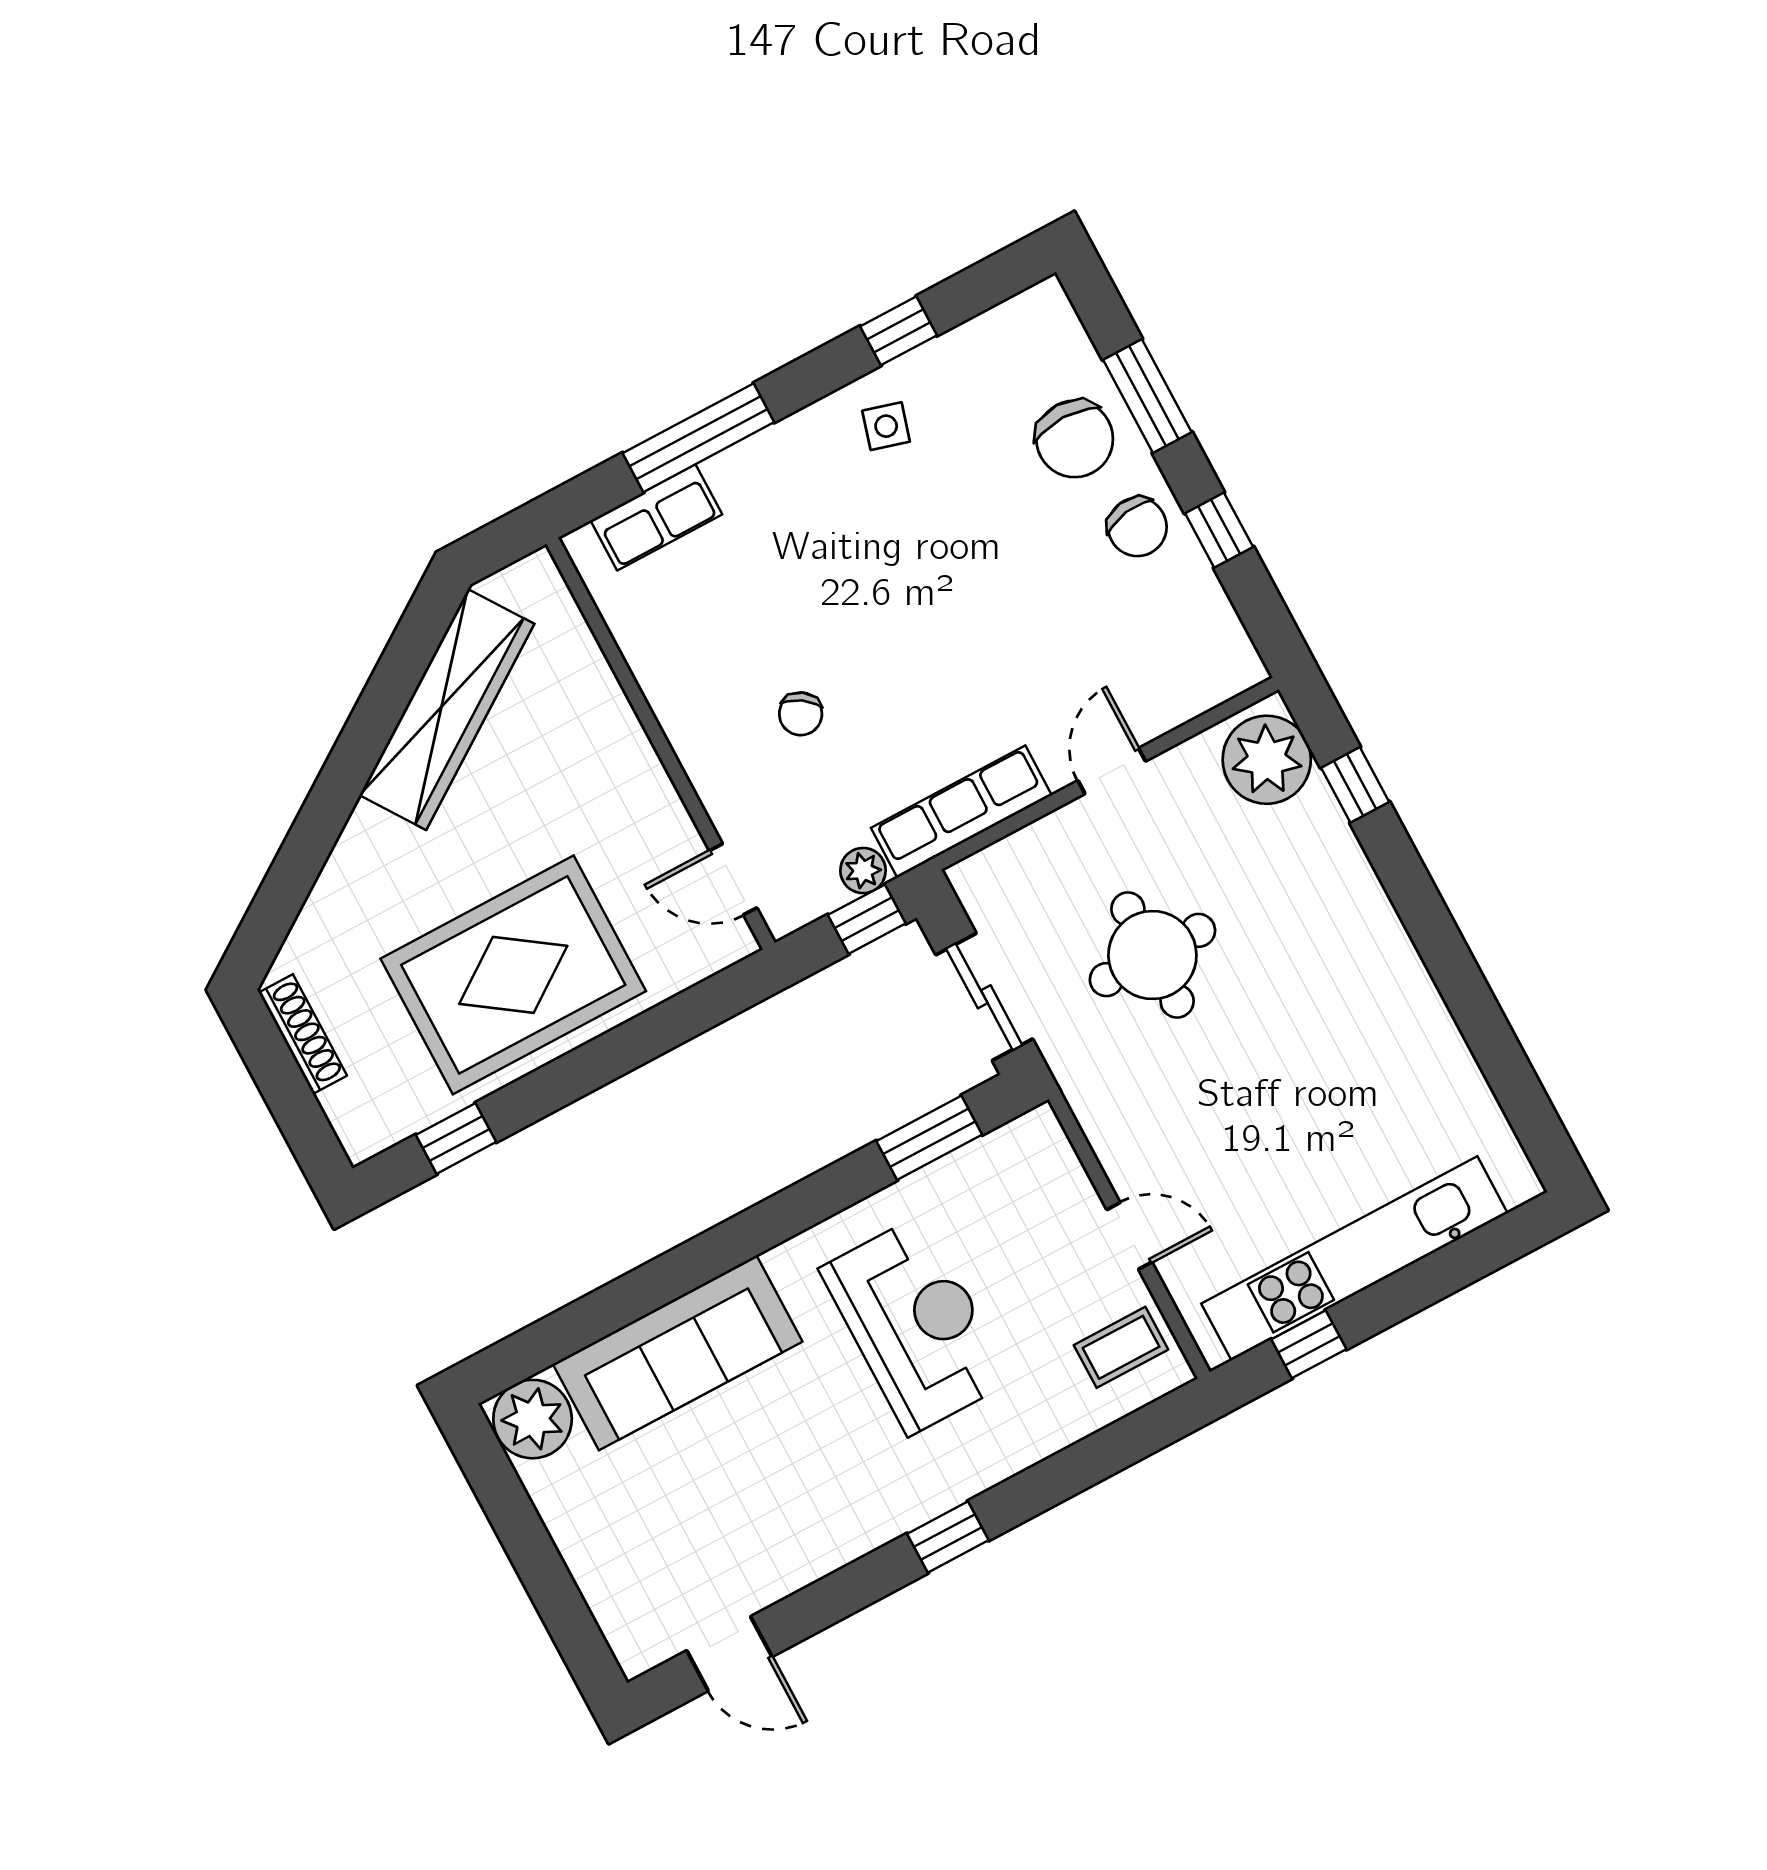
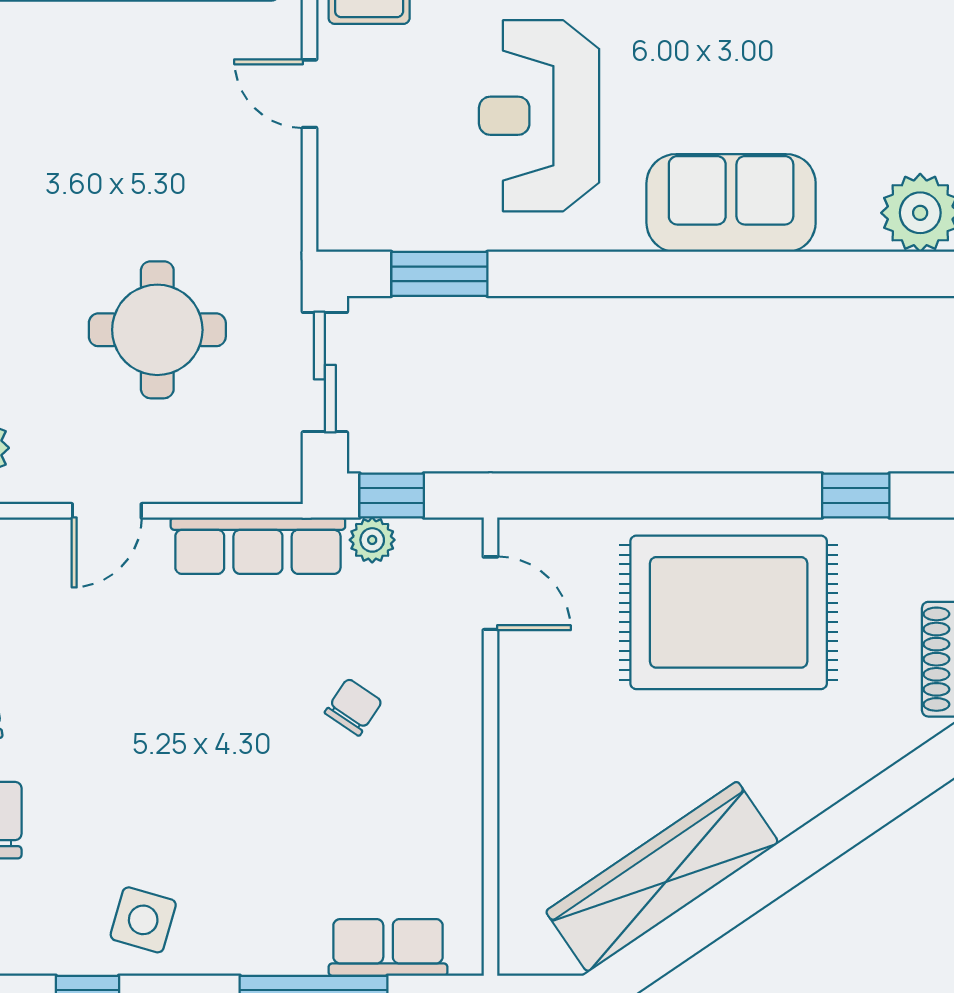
side table: (886, 426) -> (143, 920), width x1.37, depth x1.37
sofa: (678, 1353) -> (731, 203), width x0.73

